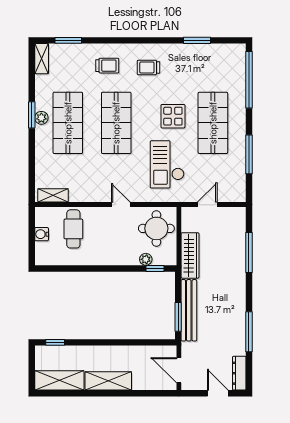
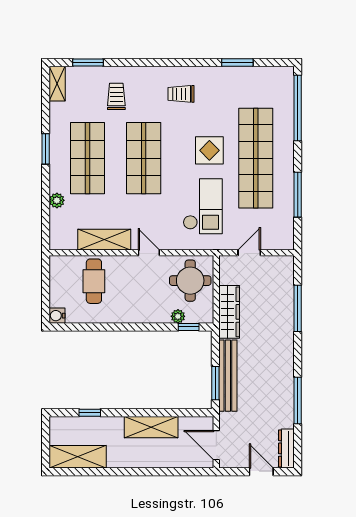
trolley: (107, 66) -> (116, 96), moved, turned -90
plant: (41, 118) -> (57, 200), moved
shop shelf: (213, 123) -> (256, 158), width x1.40
checkout: (167, 164) -> (203, 206), turned 180
shelving: (53, 195) -> (104, 240), moved, width x1.50, depth x1.33
water cooler: (42, 234) -> (57, 316), moved
window: (55, 342) -> (90, 413), moved
shelving: (108, 381) -> (151, 427), moved

